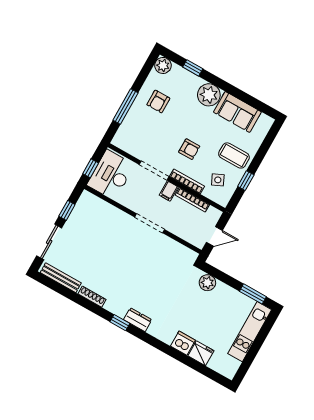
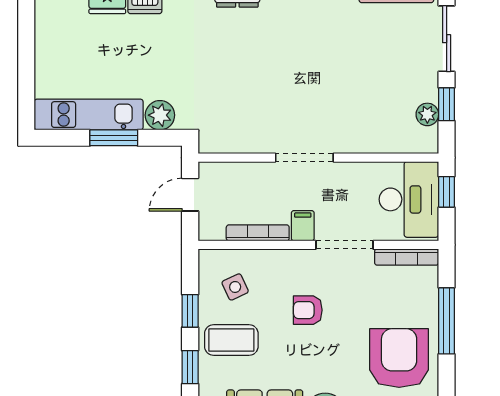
armchair: (158, 101) -> (399, 358), width x1.88, depth x1.88
window: (261, 154) -> (190, 367), added
bookcase: (187, 181) -> (407, 257), moved
plant: (79, 211) -> (427, 114), added
window: (253, 294) -> (114, 138), moved
kitchen unit: (250, 332) -> (89, 115), moved, turned -90

